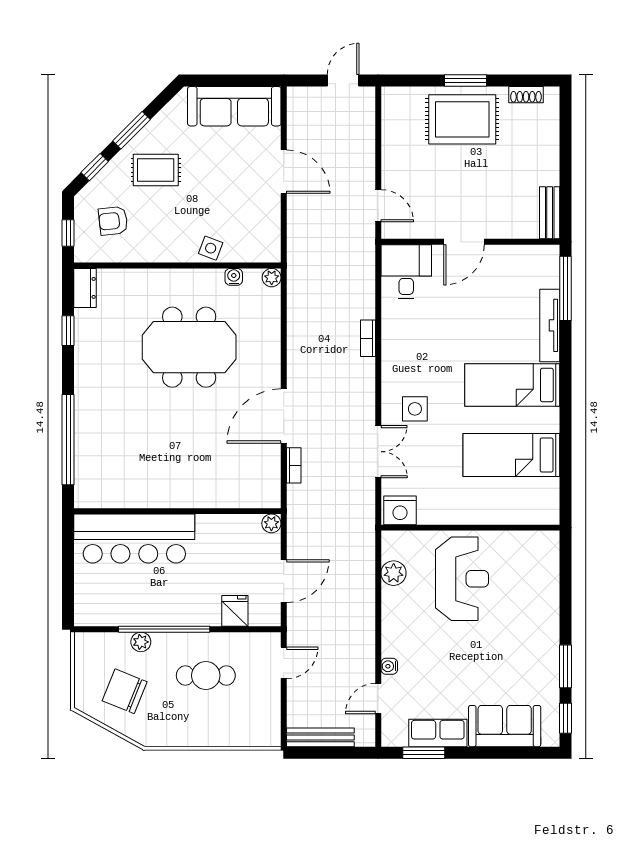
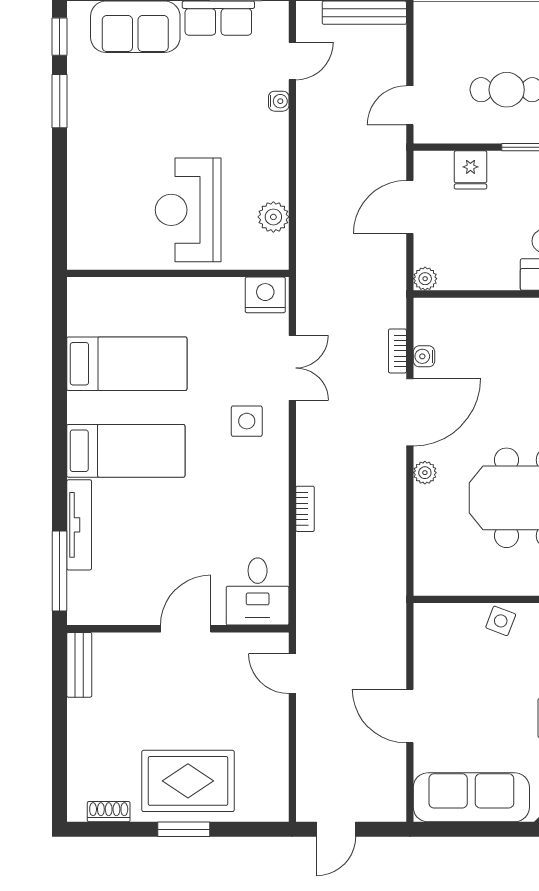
water cooler: (234, 277) -> (424, 356), moved, turned 90
plant: (272, 278) -> (425, 473), moved
double door: (378, 452) -> (292, 368), swing flipped

